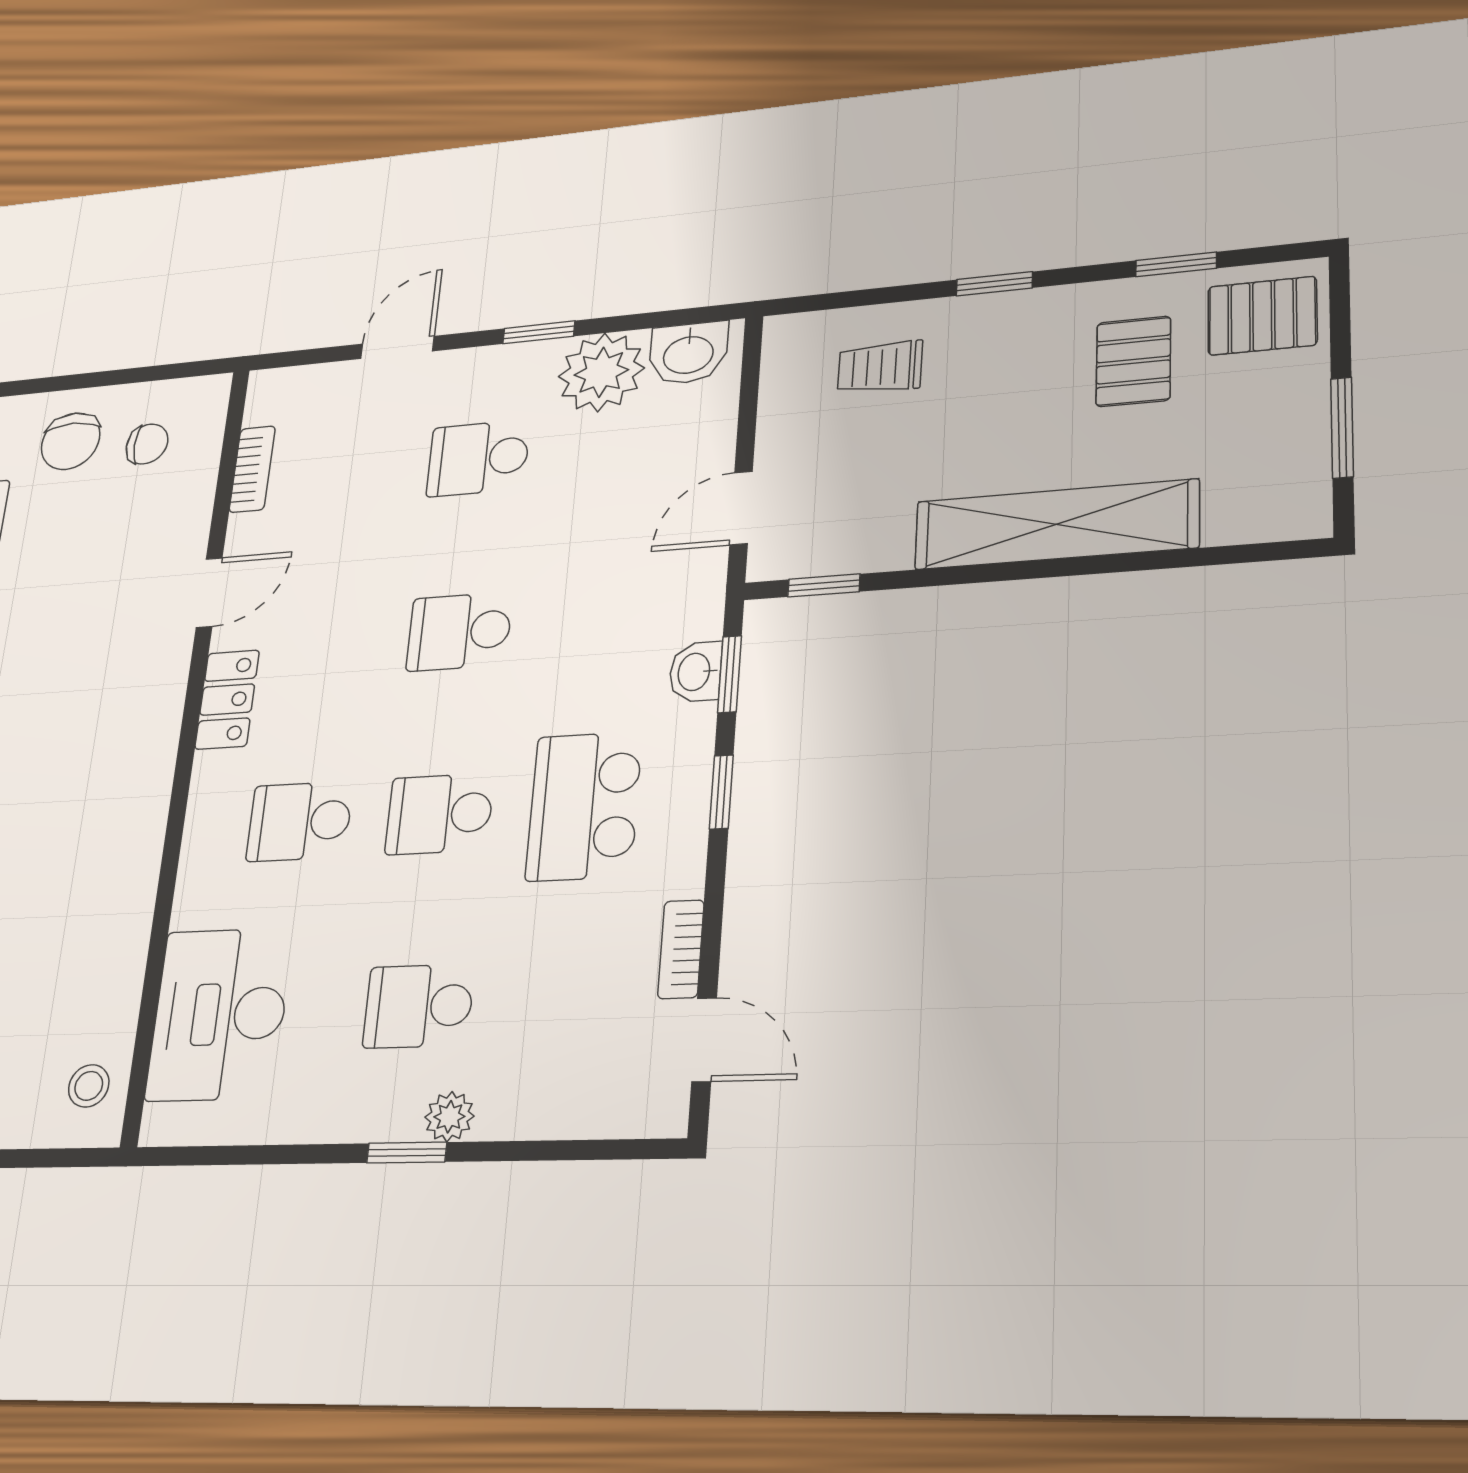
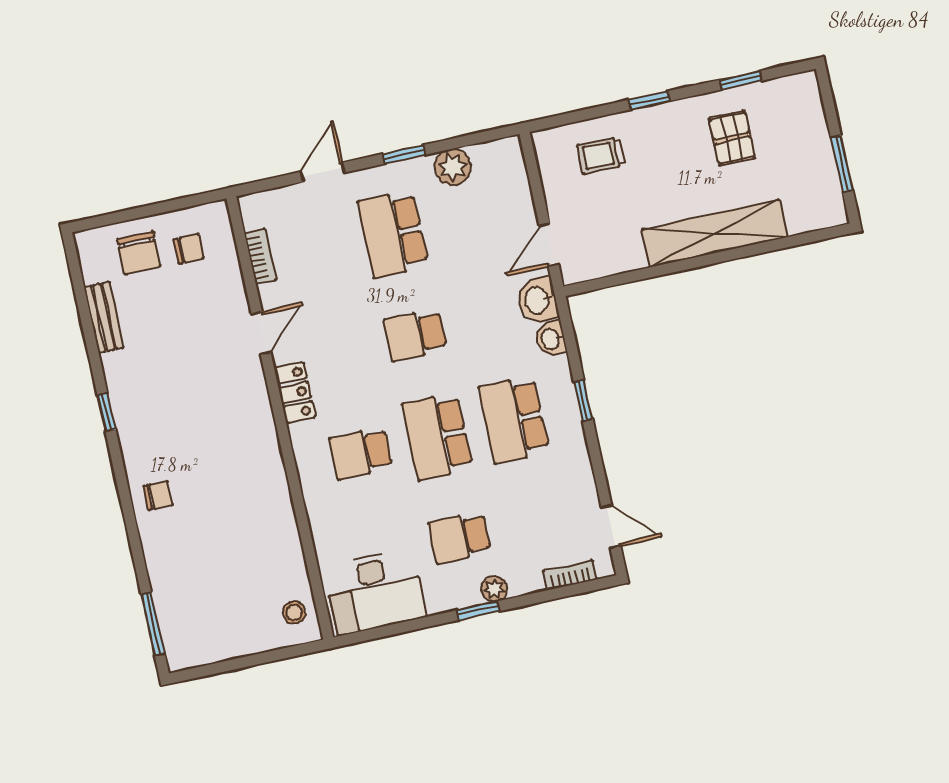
pallet: (1262, 316) -> (790, 106), removed
washbasin: (688, 353) -> (538, 300), moved, turned 90
plant: (601, 372) -> (453, 167), width x0.73, depth x0.73
school desk: (478, 458) -> (393, 234), width x1.85
window: (824, 585) -> (605, 282), removed
window: (730, 674) -> (569, 337), removed
school desk: (439, 814) -> (437, 436), width x1.85
bookcase: (681, 949) -> (570, 575), moved, turned 90
desk: (219, 1014) -> (375, 592), moved, turned -90

